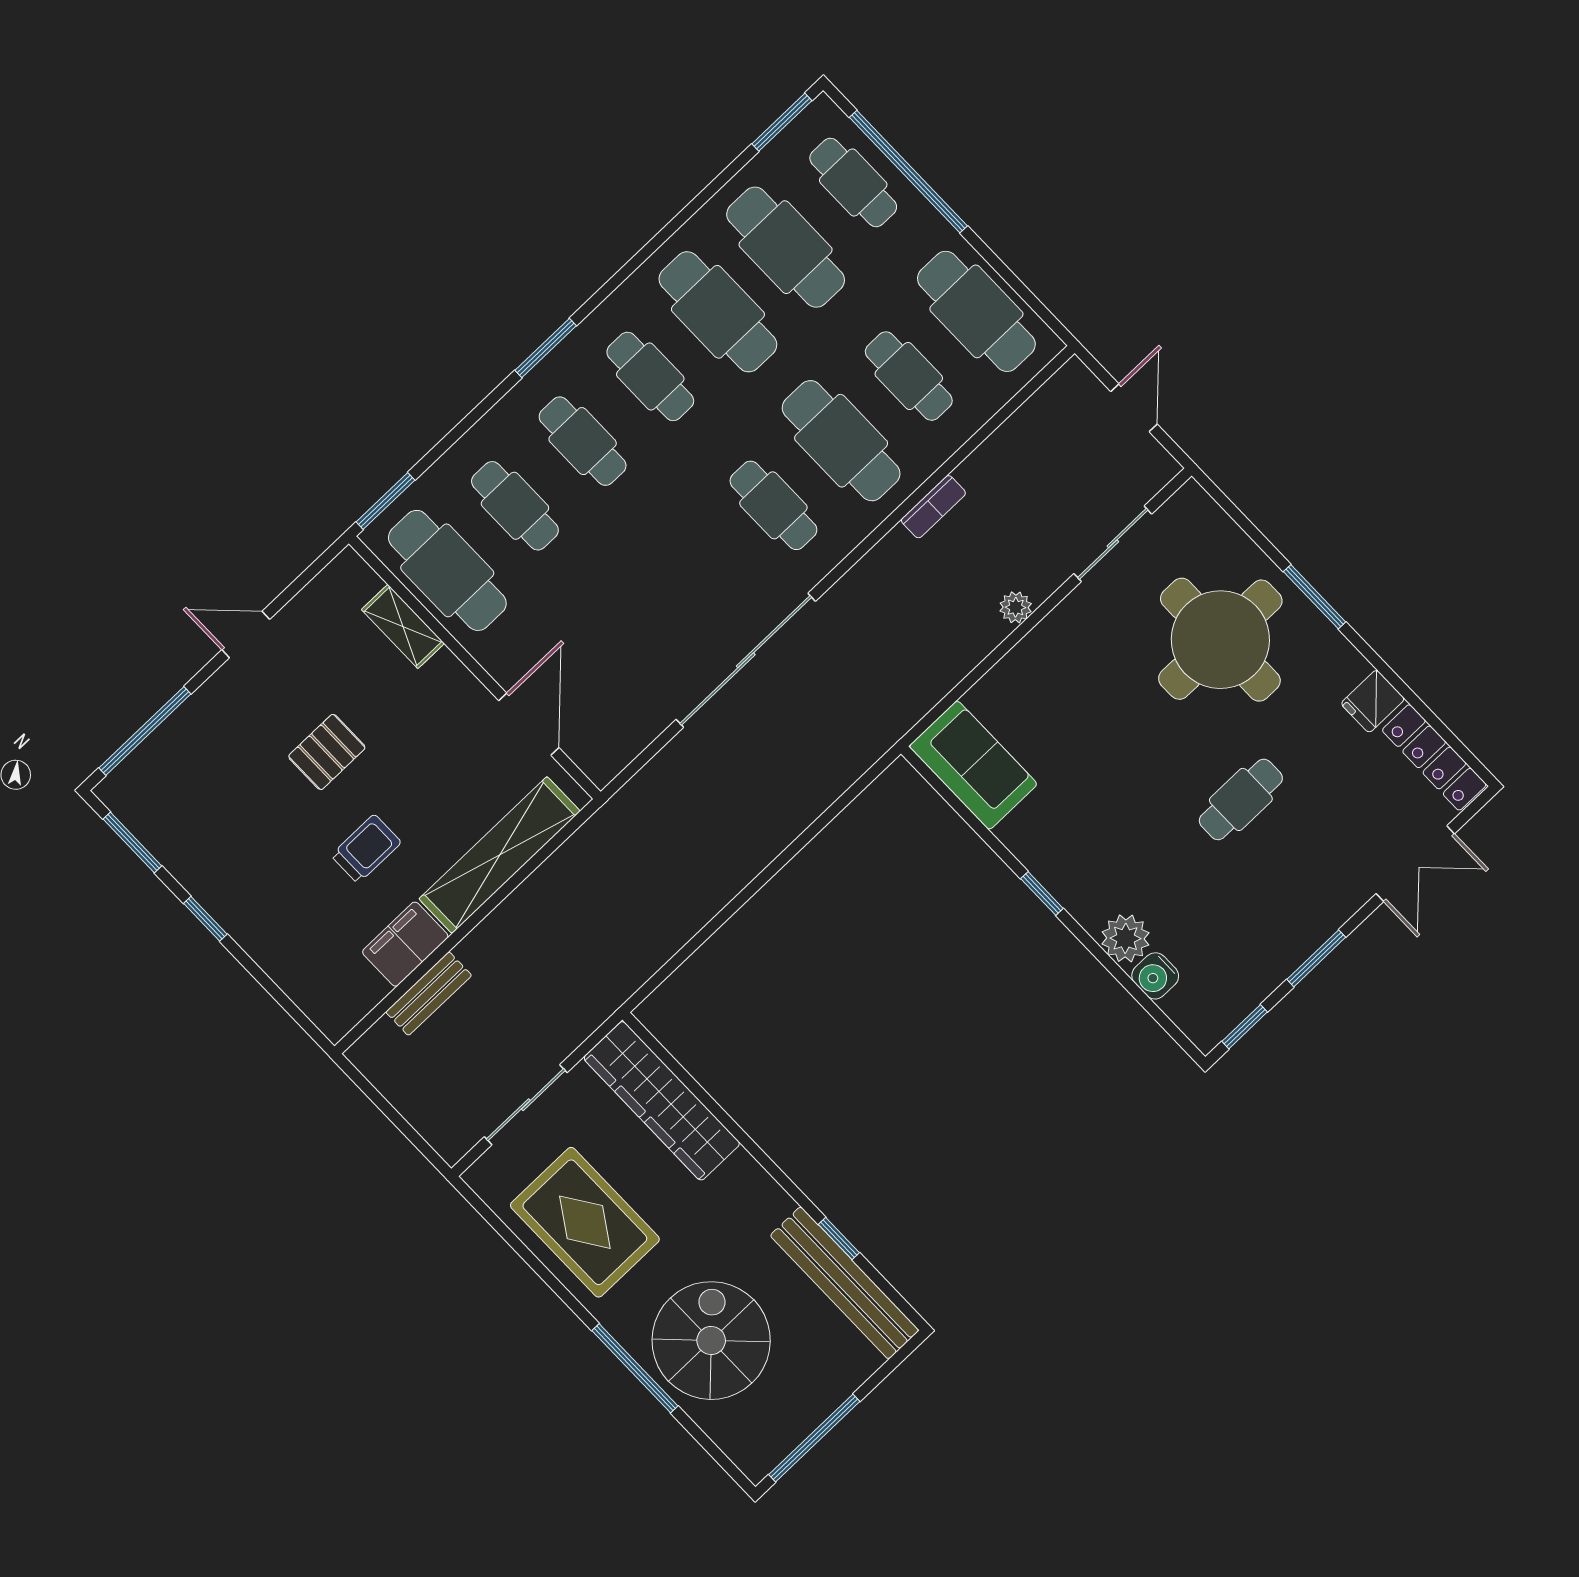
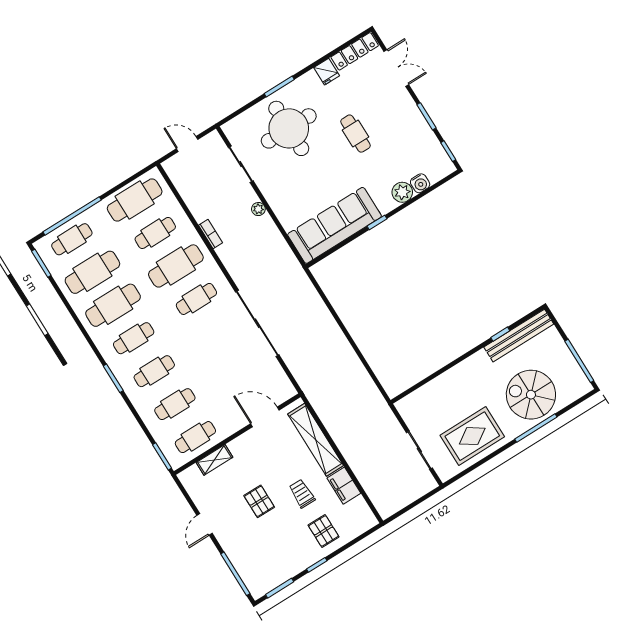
cafe table: (447, 570) -> (195, 437), width x0.73, depth x0.74
sofa: (973, 765) -> (335, 225), width x1.85, depth x1.27
pallet: (289, 918) -> (324, 531), added
bench: (429, 994) -> (366, 480), removed
wardrobe: (662, 1101) -> (429, 395), removed

